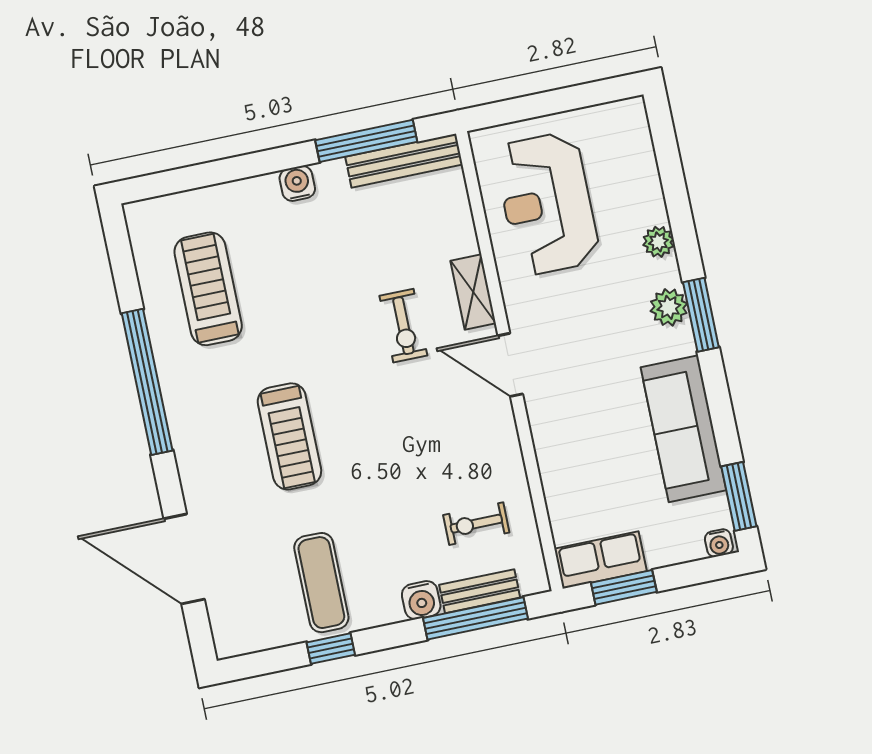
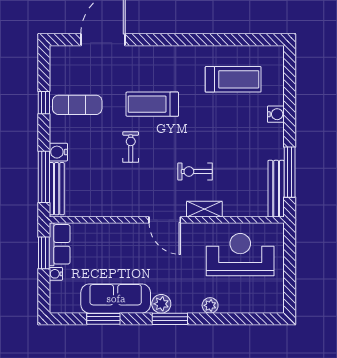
water cooler: (297, 183) -> (276, 114), moved
plant: (669, 307) -> (161, 304), moved
door: (510, 365) -> (165, 220), swing flipped
window: (147, 382) -> (194, 40), removed
window: (739, 496) -> (103, 319), moved
exercise bike: (476, 524) -> (131, 147), moved
water cooler: (719, 543) -> (56, 274), moved
bench: (480, 591) -> (57, 189), width x1.36

